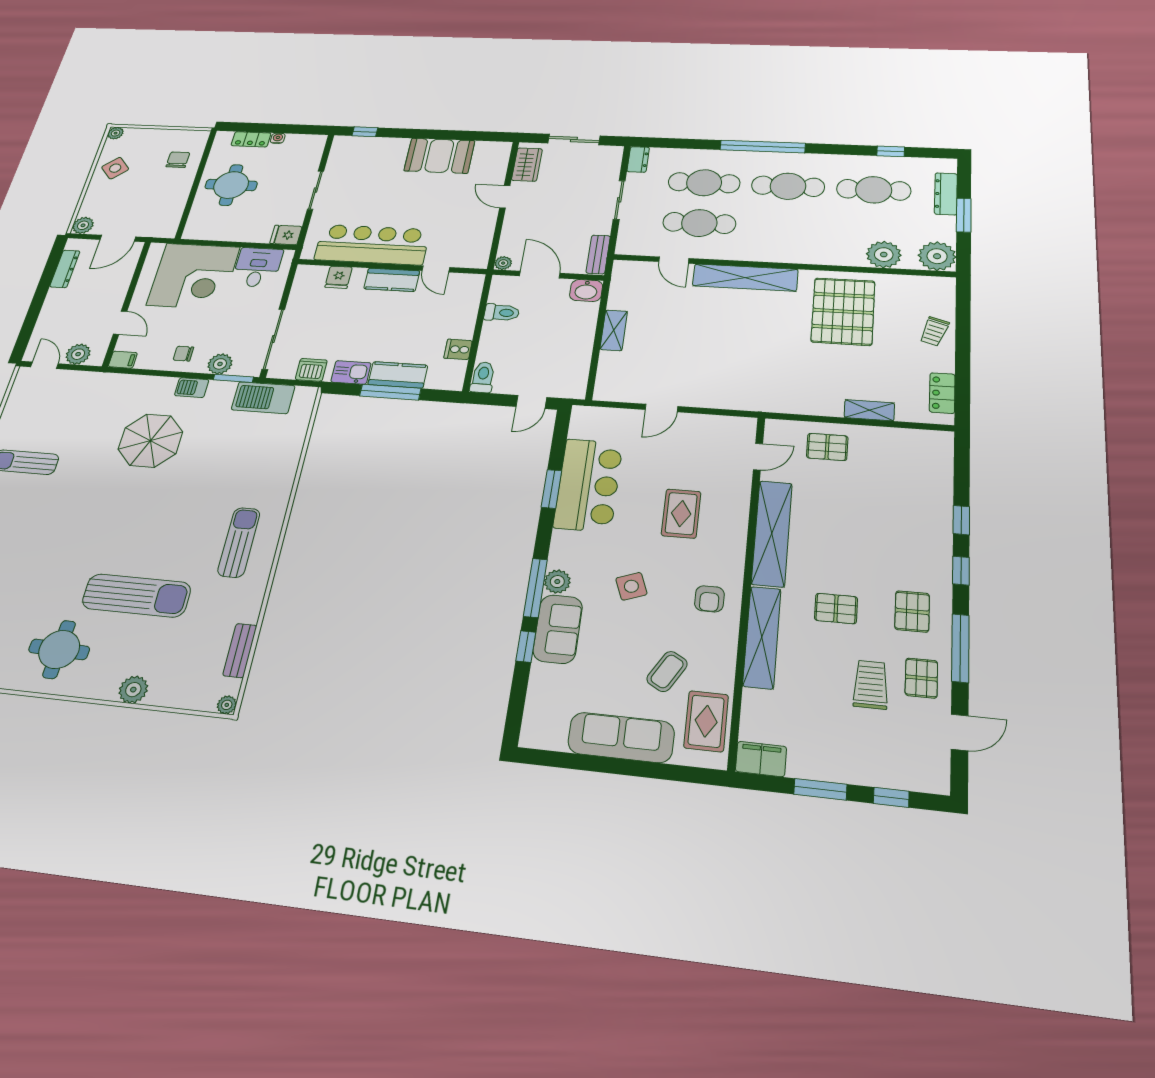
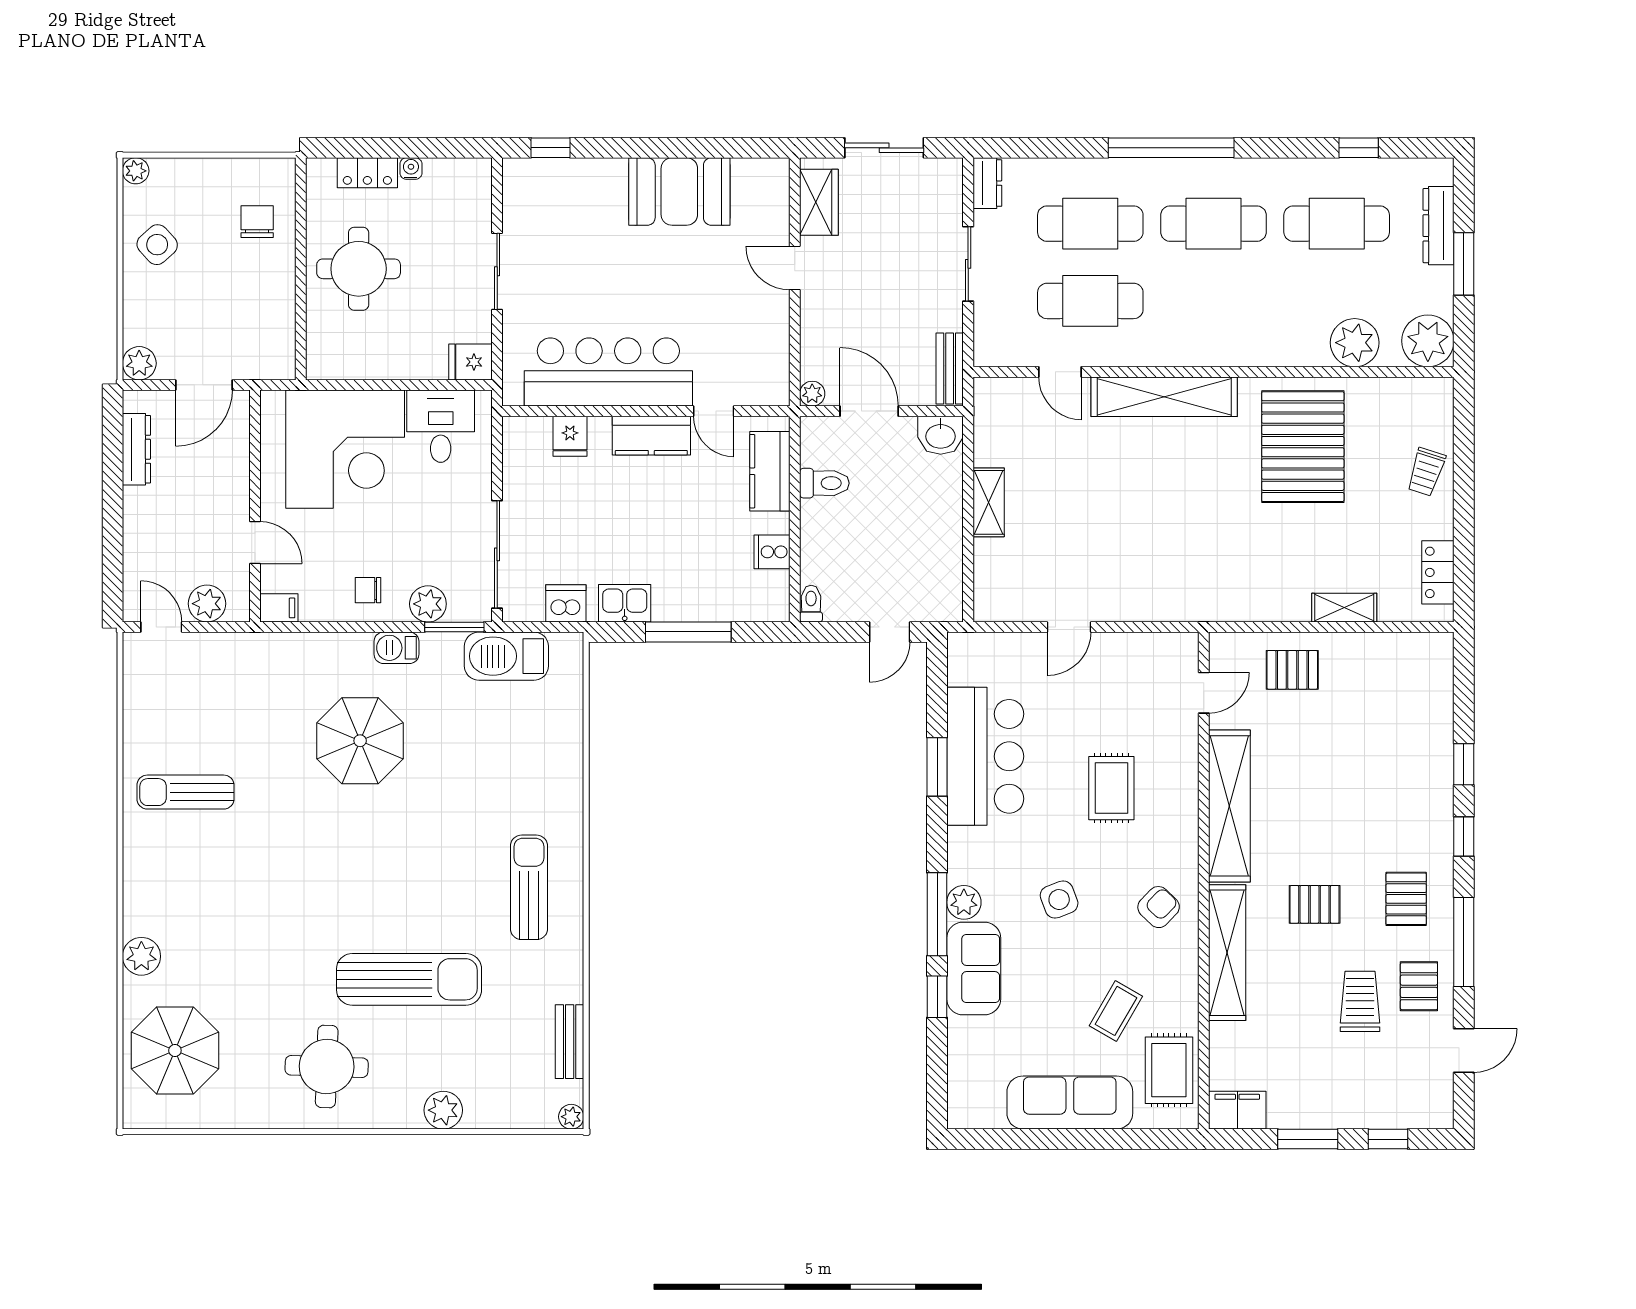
kitchen counter: (398, 375) -> (770, 471), moved, turned -90
toilet: (483, 377) -> (811, 604), width x0.73, depth x0.72
armchair: (709, 599) -> (1159, 907), turned -136

